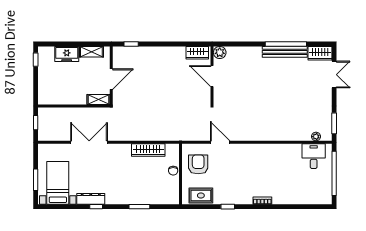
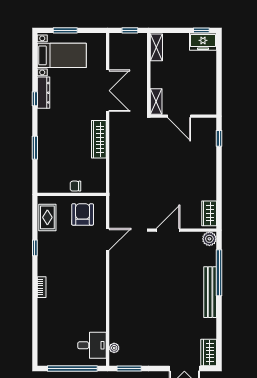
window: (286, 44) -> (219, 273), moved
shelving: (91, 52) -> (156, 47), moved
bench: (285, 52) -> (210, 292), moved
freezer: (67, 54) -> (203, 42), moved, turned -90
door: (212, 76) -> (168, 230), moved
wardrobe: (148, 150) -> (99, 139), moved
armchair: (198, 164) -> (83, 214), turned -90

